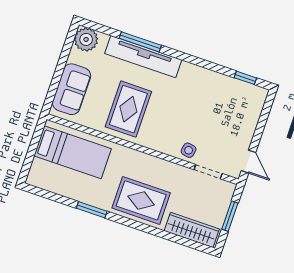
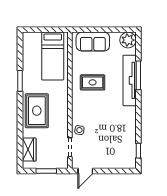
rug: (128, 109) -> (93, 82), width x0.73, depth x0.70
wardrobe: (192, 230) -> (29, 150), width x0.67

